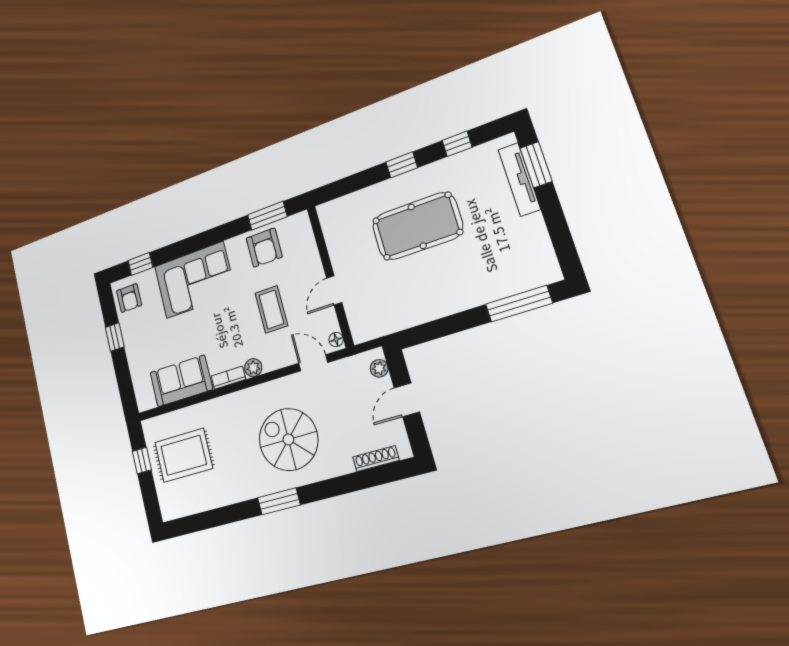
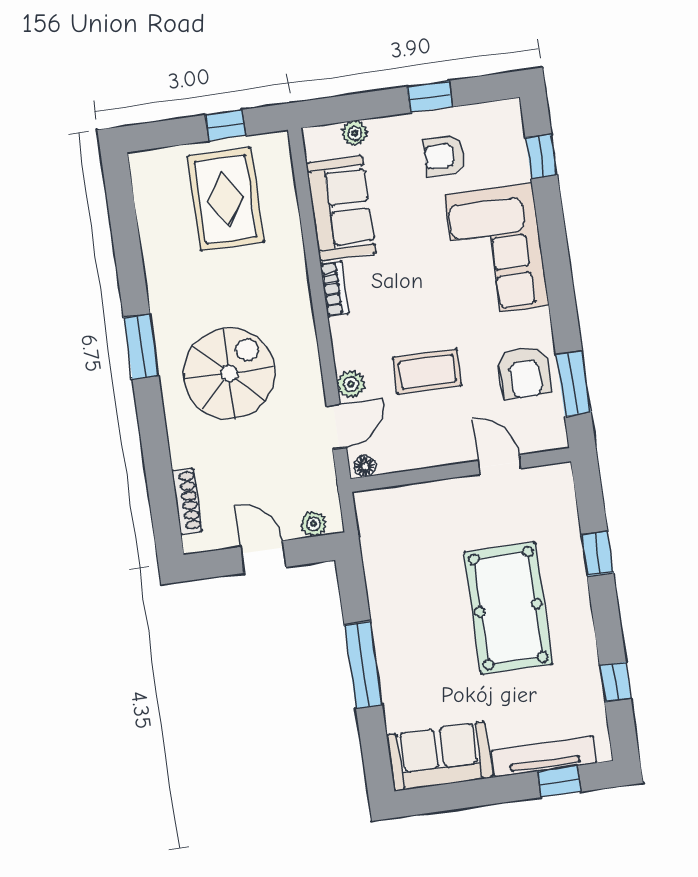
window: (402, 165) -> (597, 554), moved
window: (536, 165) -> (559, 781), width x0.67
armchair: (264, 248) -> (525, 372), turned -90
sofa: (532, 252) -> (440, 756), added
door: (334, 290) -> (500, 465), moved
armchair: (129, 298) -> (445, 156), moved
window: (519, 304) -> (363, 665), moved
plant: (253, 368) -> (351, 384), moved
plant: (139, 379) -> (355, 133), added

